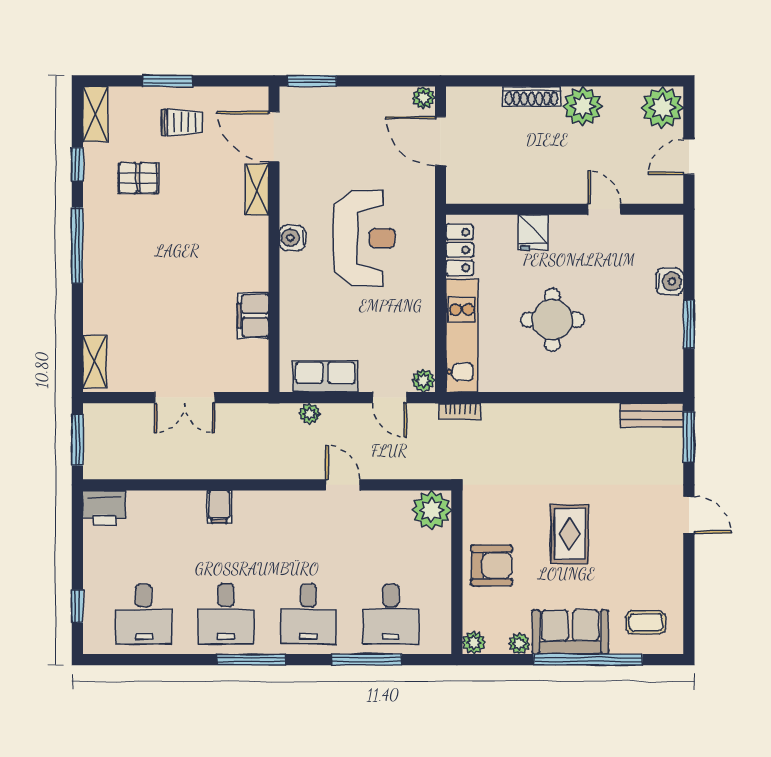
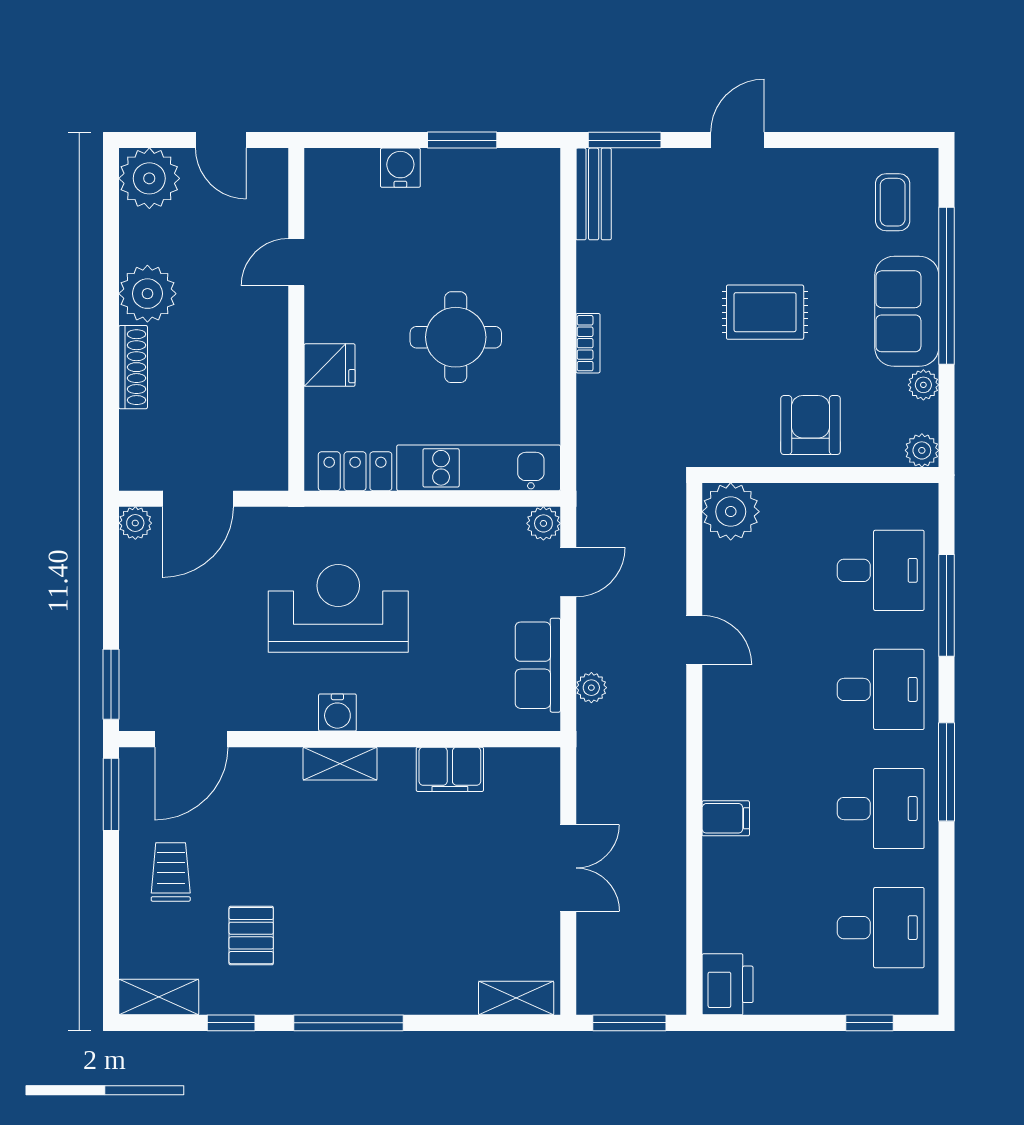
window: (168, 81) -> (111, 794), moved
shelving: (257, 190) -> (340, 764), moved
bookcase: (460, 411) -> (588, 343), moved
door: (343, 485) -> (694, 640), swing flipped

